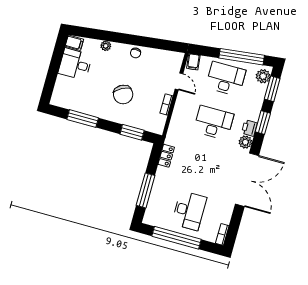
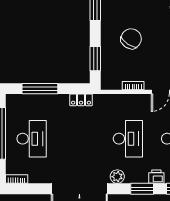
chair: (123, 94) -> (131, 39), turned 153
printer: (249, 128) -> (156, 177), moved
desk: (189, 211) -> (32, 139), turned -90

